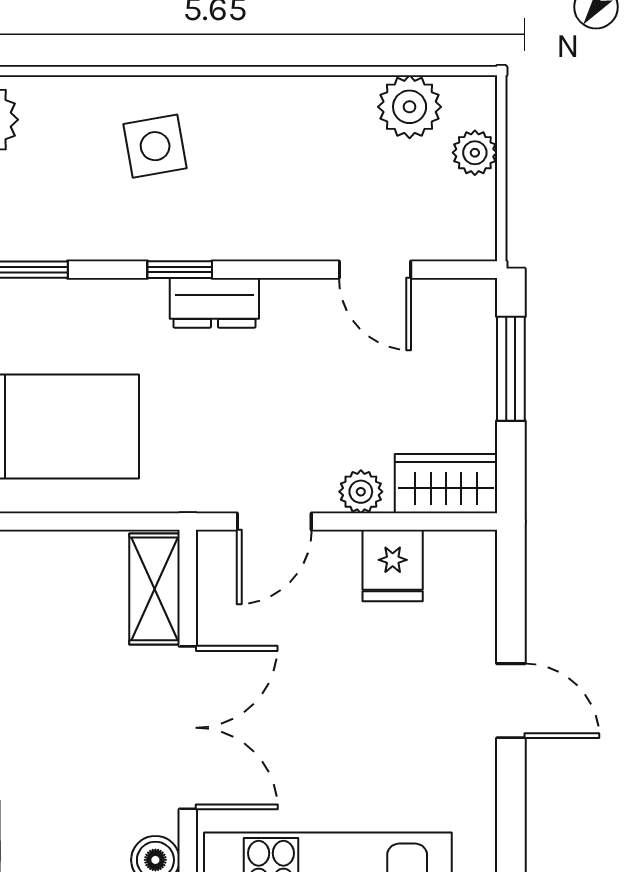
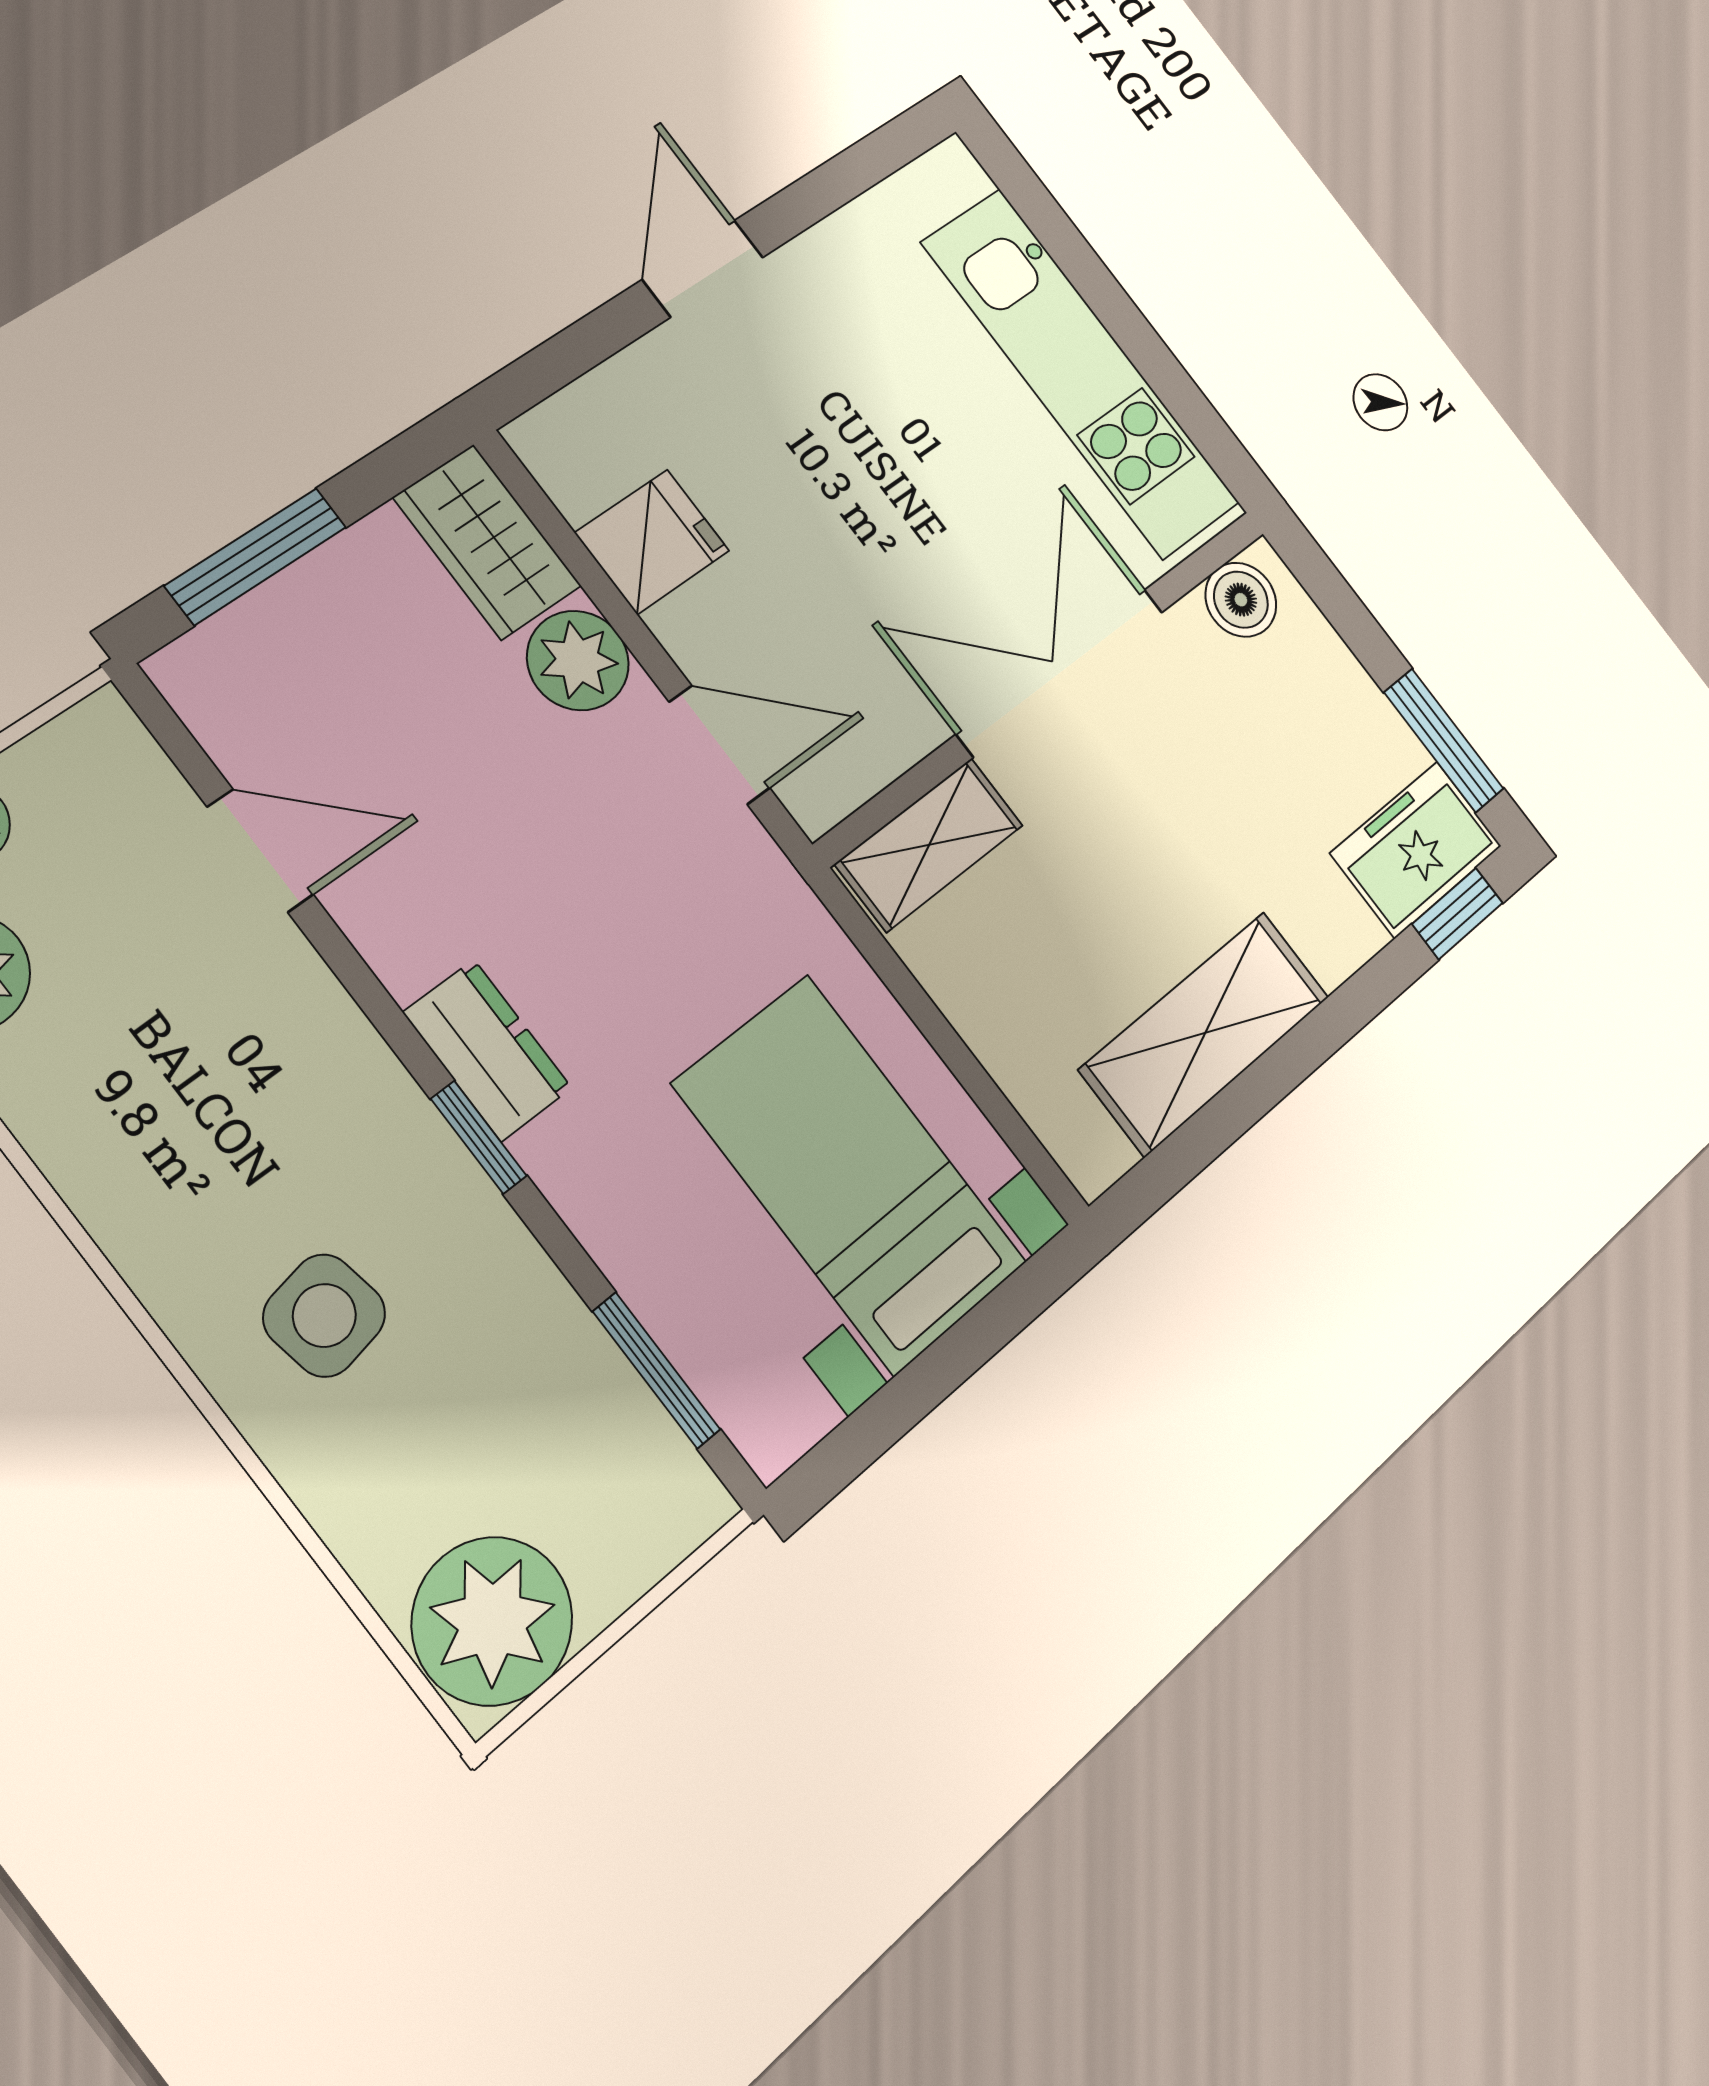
door: (375, 270) -> (260, 851), hinge flipped
plant: (361, 492) -> (578, 660), width x1.38, depth x1.38

